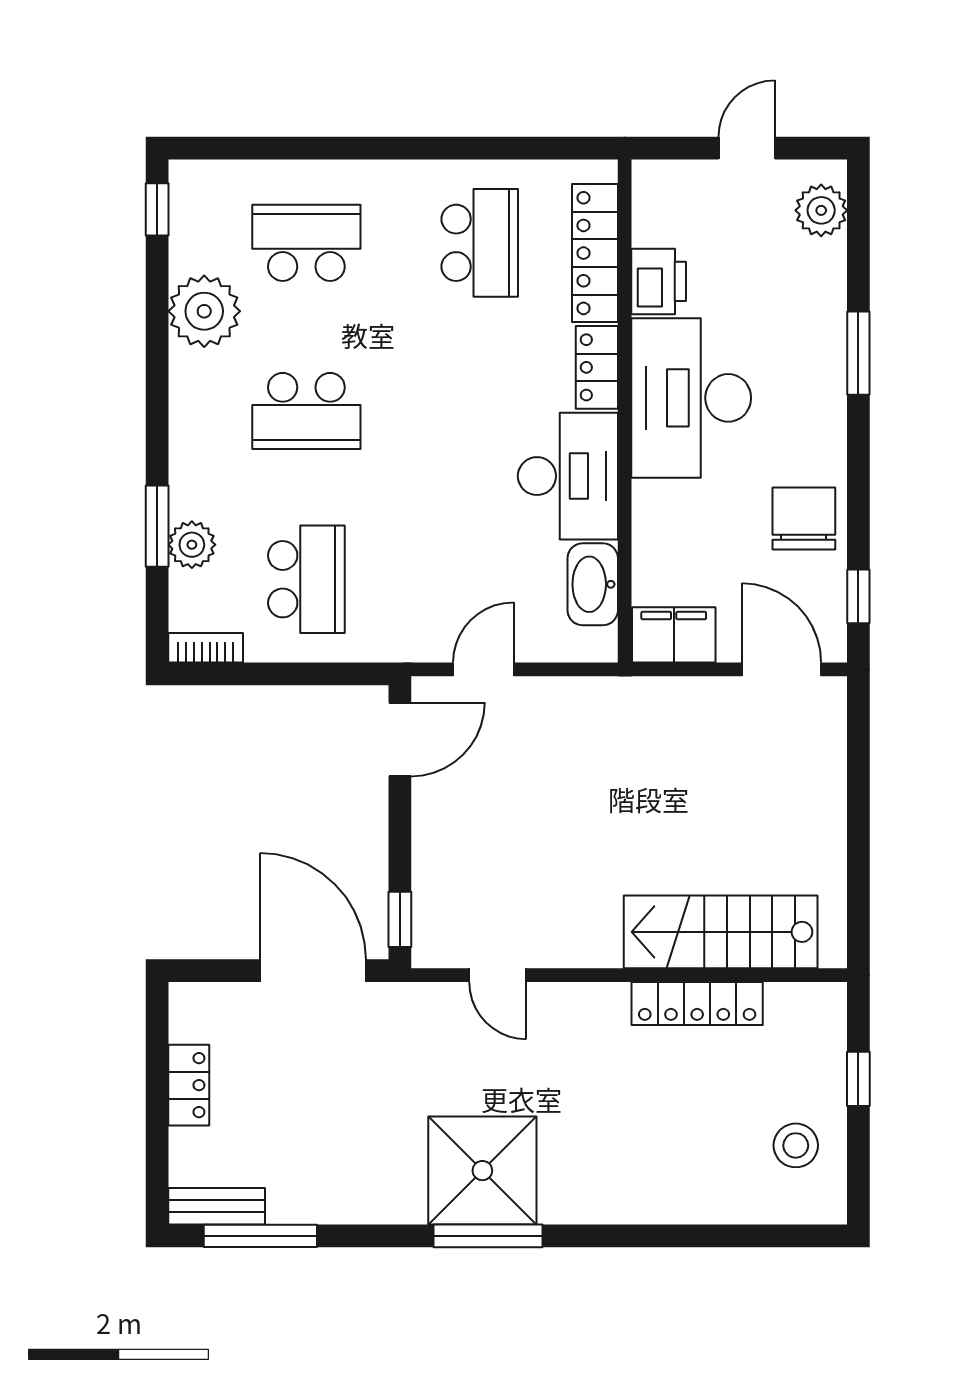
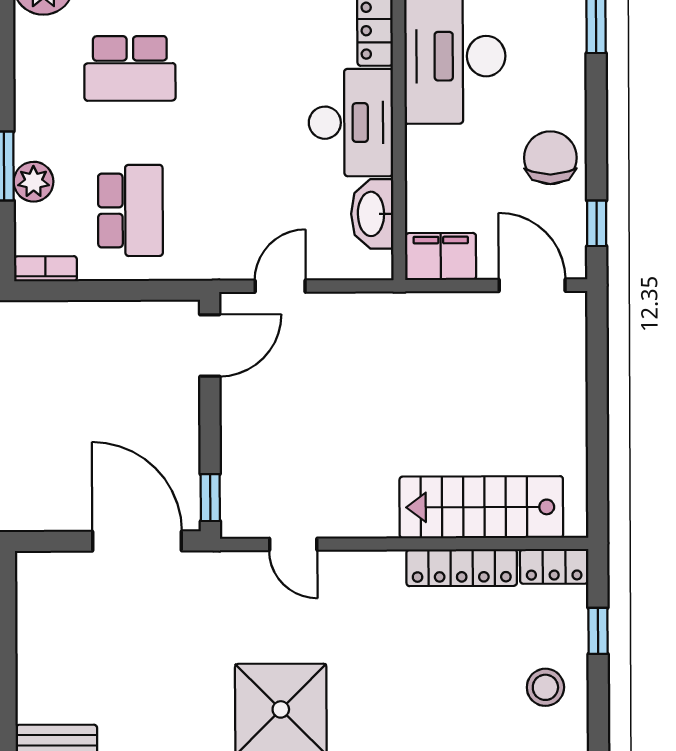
locker: (189, 1085) -> (554, 566), moved, turned 90

